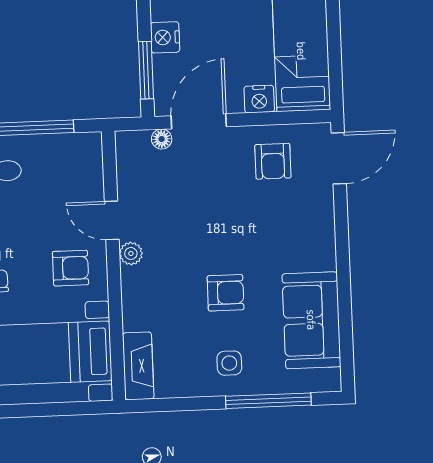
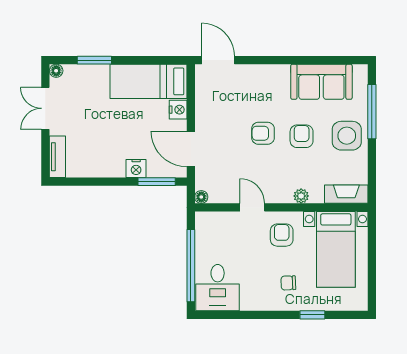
floor lamp: (162, 139) -> (201, 197), moved
armchair: (273, 161) -> (263, 133), moved, turned 180
door: (112, 220) -> (252, 207), swing flipped
plant: (131, 253) -> (301, 196), moved
side table: (229, 363) -> (347, 136), width x1.87, depth x1.87

